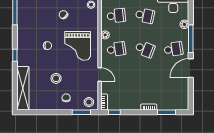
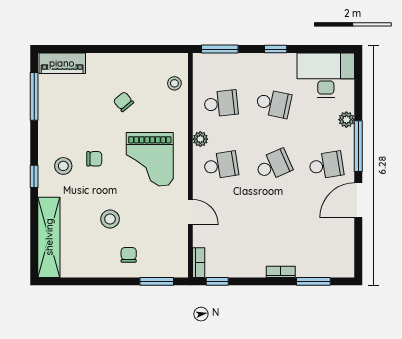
school desk: (145, 49) -> (274, 165), turned -45
stool: (89, 102) -> (63, 166), moved

